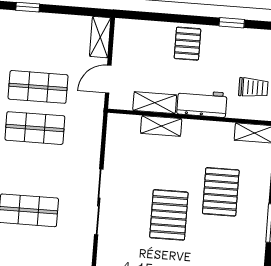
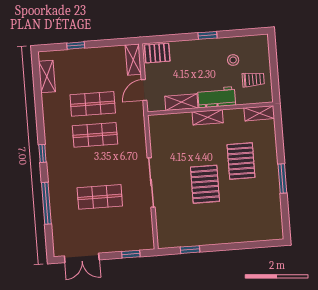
window: (232, 23) -> (208, 35), moved
pallet: (187, 44) -> (157, 53), moved, turned 90
stool: (231, 58) -> (233, 60), added
shelving: (161, 126) -> (208, 117), moved

